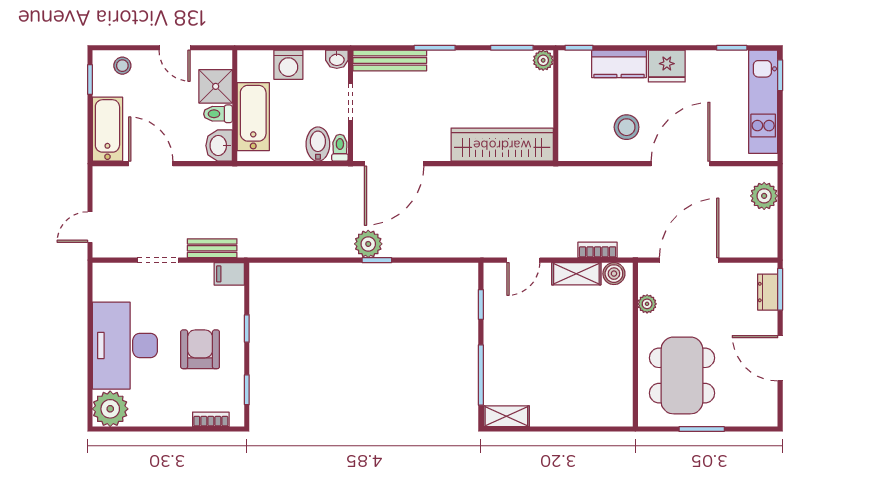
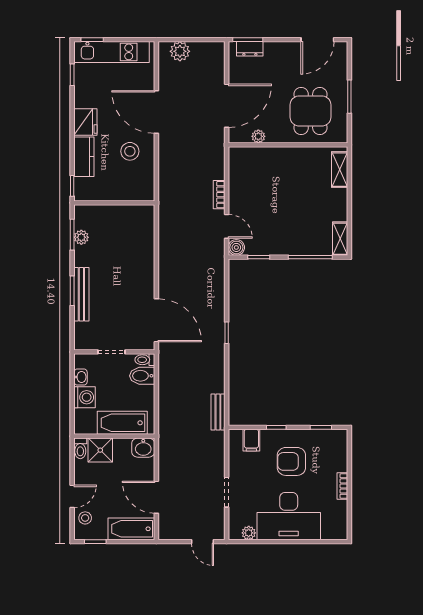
door: (175, 48) -> (72, 496), moved
washbasin: (337, 59) -> (81, 377), moved
bench: (390, 60) -> (81, 294), moved
plant: (543, 60) -> (81, 237), moved
toilet: (218, 114) -> (80, 448), moved
wardrobe: (502, 145) -> (143, 242), removed
door: (151, 164) -> (156, 497), hinge flipped
plant: (368, 244) -> (215, 339), removed
bench: (212, 248) -> (218, 412), moved
bookcase: (598, 250) -> (219, 195), moved
door: (689, 260) -> (227, 106), swing flipped
filing cabinet: (229, 274) -> (251, 440), moved
shelving: (576, 274) -> (340, 170), moved
boiler: (614, 274) -> (236, 247), moved
door: (780, 358) -> (317, 40), moved
dining table: (682, 375) -> (310, 111), width x0.73
plant: (110, 409) -> (249, 533), moved, width x0.53, depth x0.53
bookcase: (211, 419) -> (342, 486), moved

